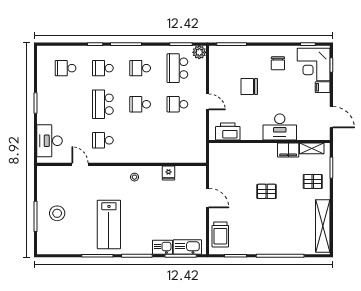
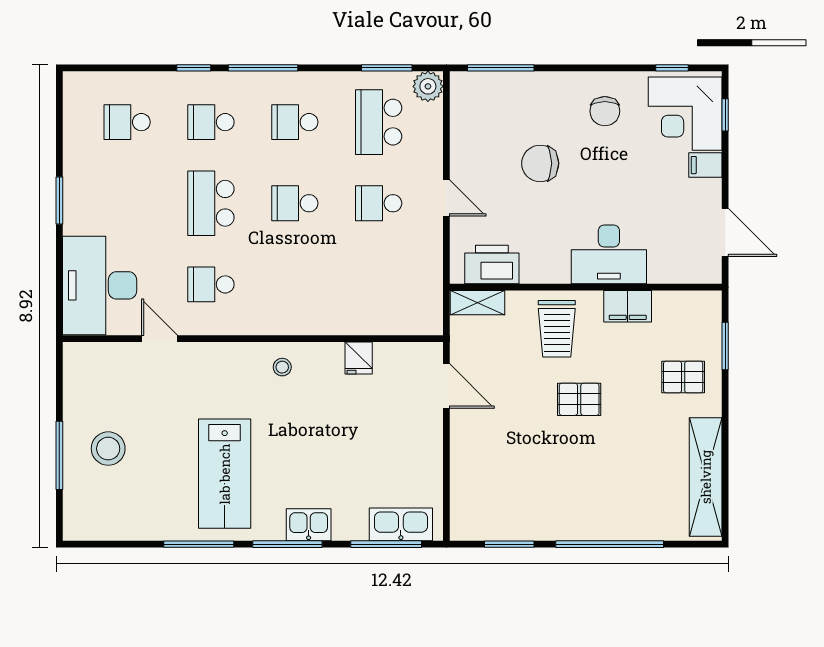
desk: (50, 141) -> (100, 285), width x1.36, depth x1.30
shelving: (312, 148) -> (477, 303), moved
door: (207, 198) -> (446, 386), moved
trolley: (220, 234) -> (557, 329), moved
kitchen sink: (162, 247) -> (309, 525), moved

